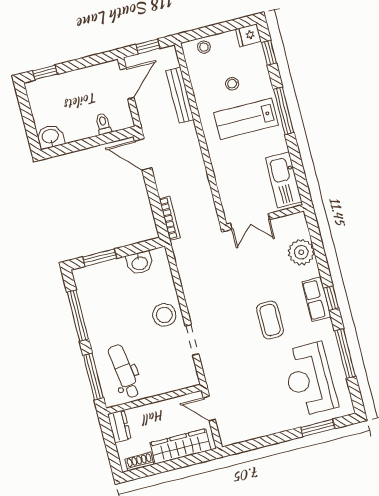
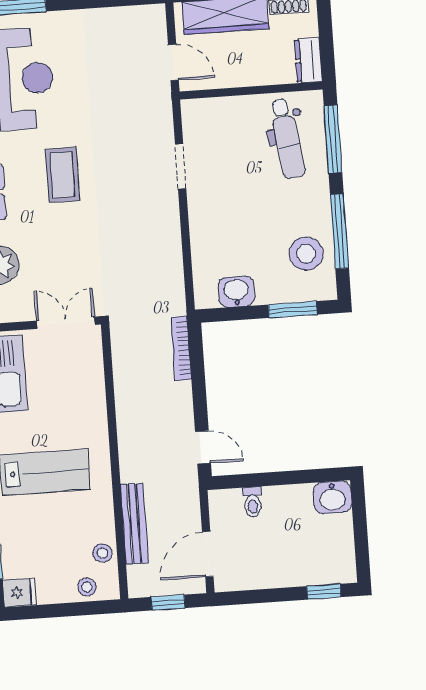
stool: (232, 84) -> (102, 553), moved
door: (143, 154) -> (203, 447), width x0.73
stool: (164, 315) -> (306, 254), moved

